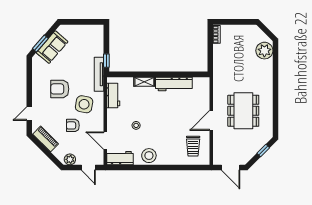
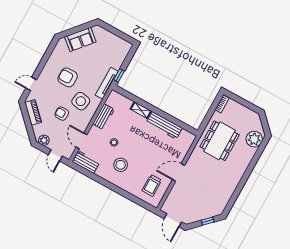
window: (40, 44) -> (72, 31), removed
workbench: (113, 96) -> (104, 117), moved
dining table: (243, 111) -> (220, 141), moved
stool: (149, 156) -> (121, 165), moved

